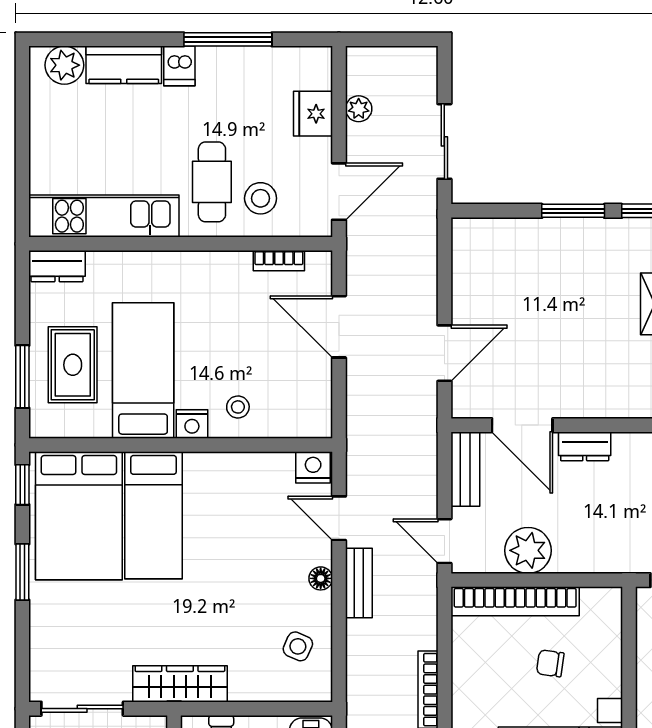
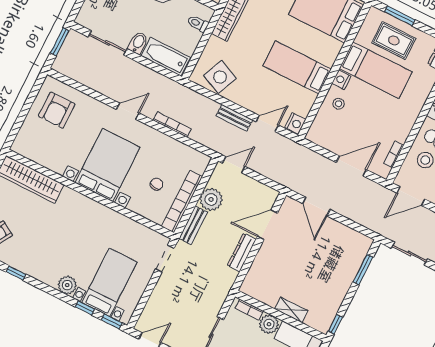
door: (339, 192) -> (411, 196), hinge flipped
window: (573, 211) -> (363, 270), moved
dresser: (585, 446) -> (242, 252), width x1.44
bench: (465, 469) -> (193, 225), moved, turned 90
bed: (153, 515) -> (297, 67), moved
floor lamp: (321, 578) -> (245, 102), removed
bookcase: (515, 601) -> (182, 202), moved
side table: (298, 646) -> (220, 77), width x1.87, depth x1.87

